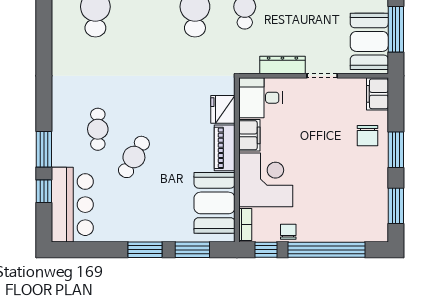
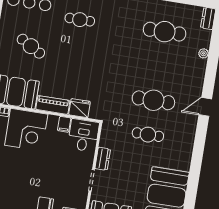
dresser: (282, 65) -> (103, 159), width x0.70
filing cabinet: (249, 135) -> (64, 124), width x0.50
cafe table: (134, 157) -> (31, 46), moved

